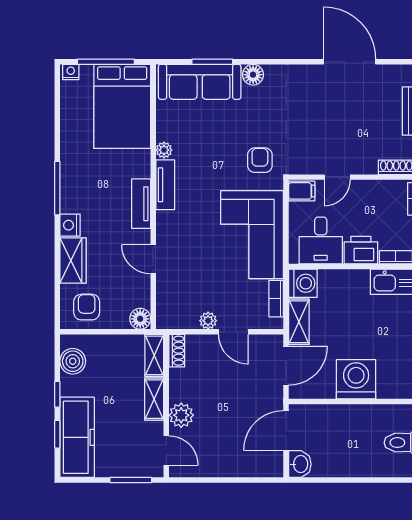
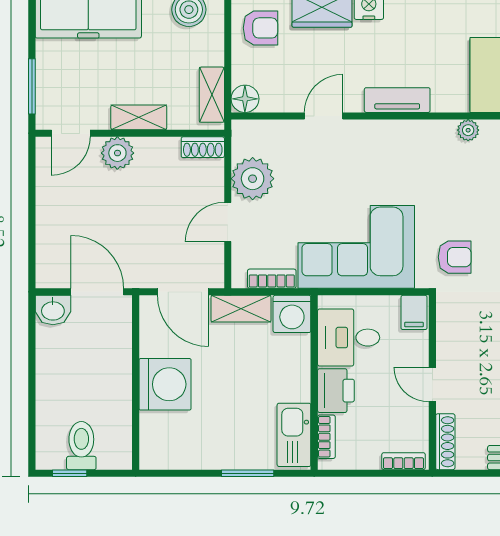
door: (337, 177) -> (432, 385), moved
tv unit: (165, 185) -> (422, 132), removed
plant: (208, 321) -> (253, 179), width x1.87, depth x1.87
shelving: (154, 355) -> (212, 95), moved, turned 90

